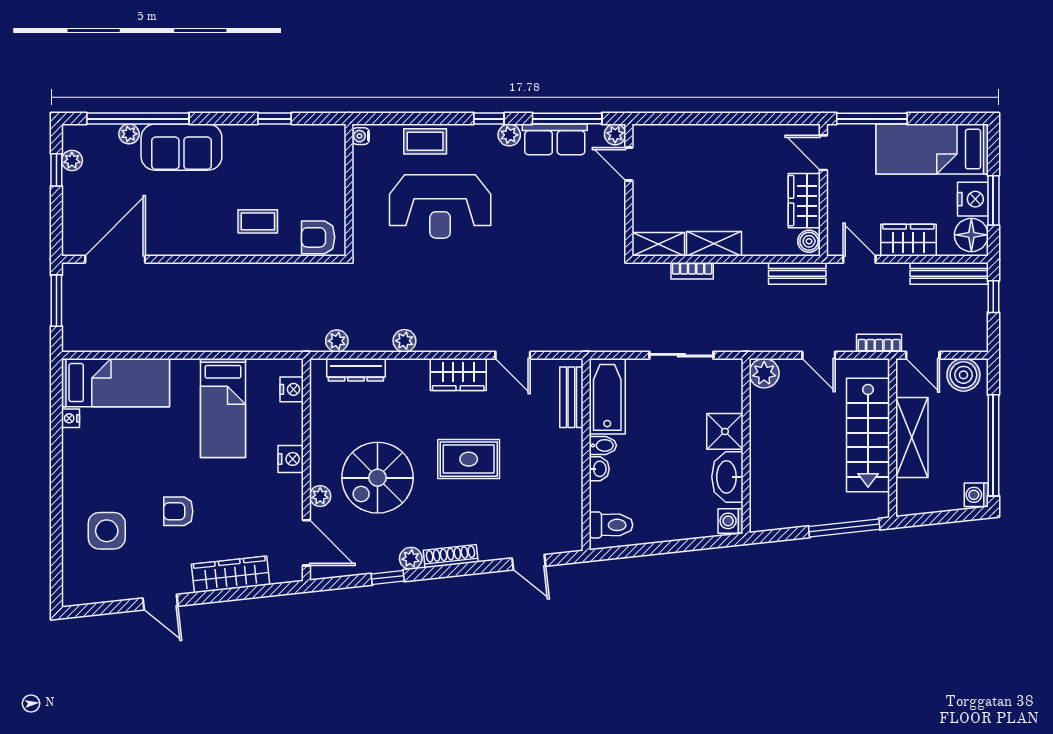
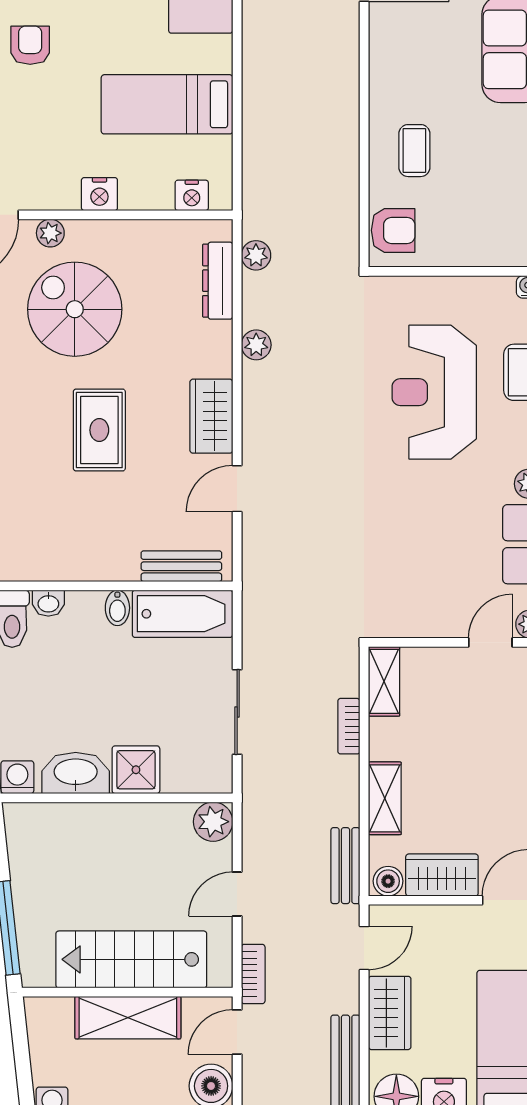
armchair: (318, 237) -> (393, 230), turned 90
shelving: (714, 244) -> (385, 798), moved
washbasin: (599, 469) -> (48, 603), moved

